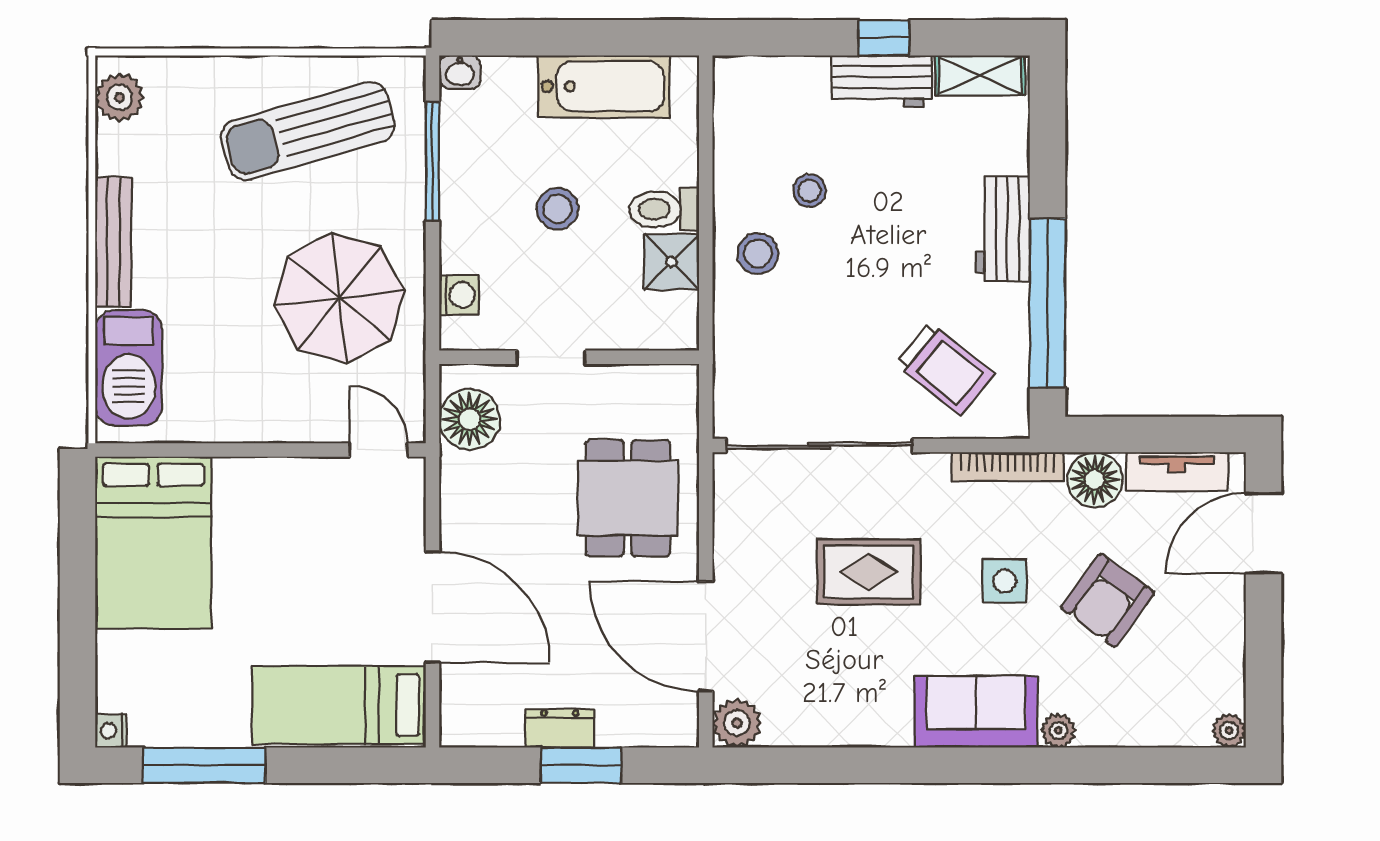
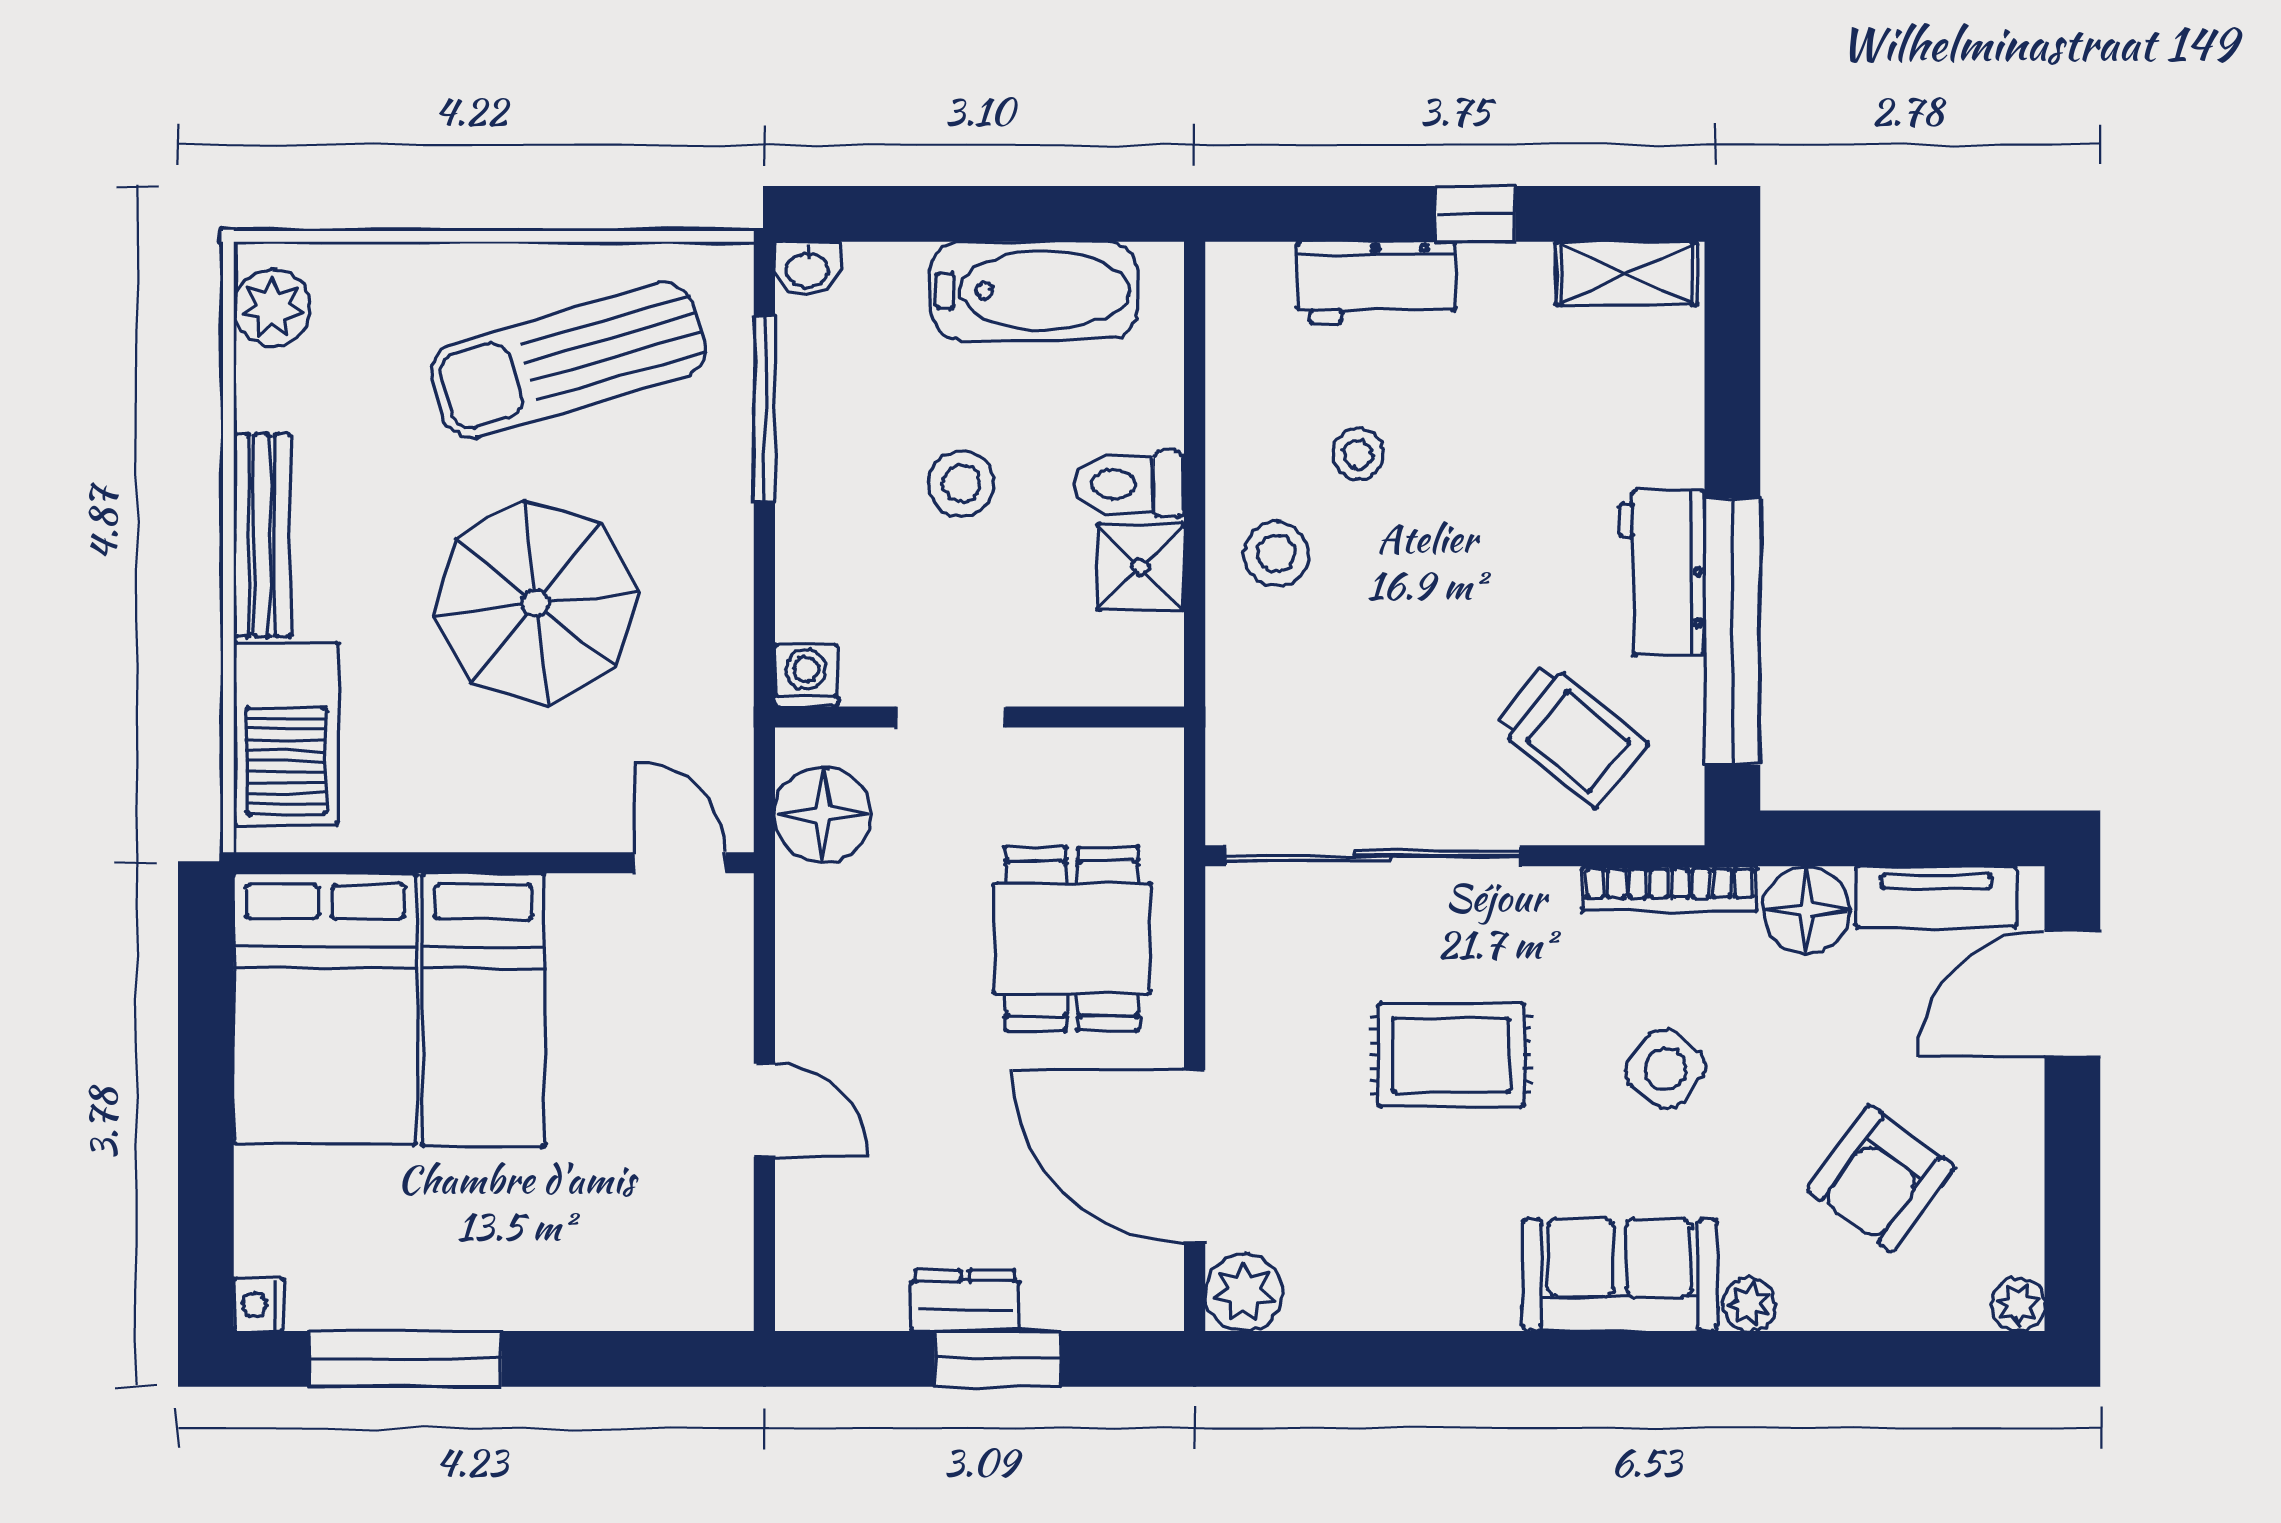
workbench: (882, 81) -> (1376, 282), moved
workbench: (1003, 229) -> (1662, 573), moved
washing machine: (459, 295) -> (806, 675), moved, turned -90
parasol: (339, 298) -> (536, 603), moved
side table: (1005, 581) -> (1665, 1069), turned 38
armchair: (1107, 600) -> (1881, 1179), moved
door: (432, 607) -> (764, 1110), width x0.53
bed: (339, 705) -> (484, 1010), moved, turned -90

